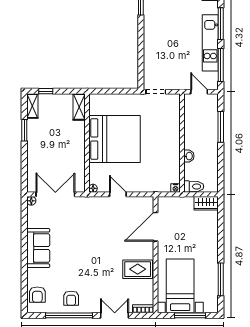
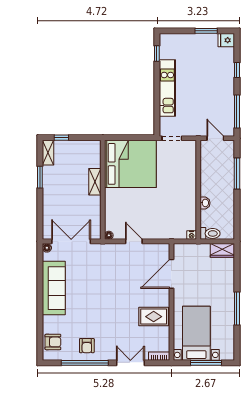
window: (221, 24) -> (237, 70), width x0.46
kitchen unit: (210, 43) -> (167, 88), moved, turned 180
shelving: (79, 107) -> (95, 182), moved
bed: (115, 139) -> (130, 164), moved
sofa: (38, 248) -> (54, 288), width x1.36
window: (221, 279) -> (237, 309), moved
armchair: (37, 295) -> (53, 342), turned -90

